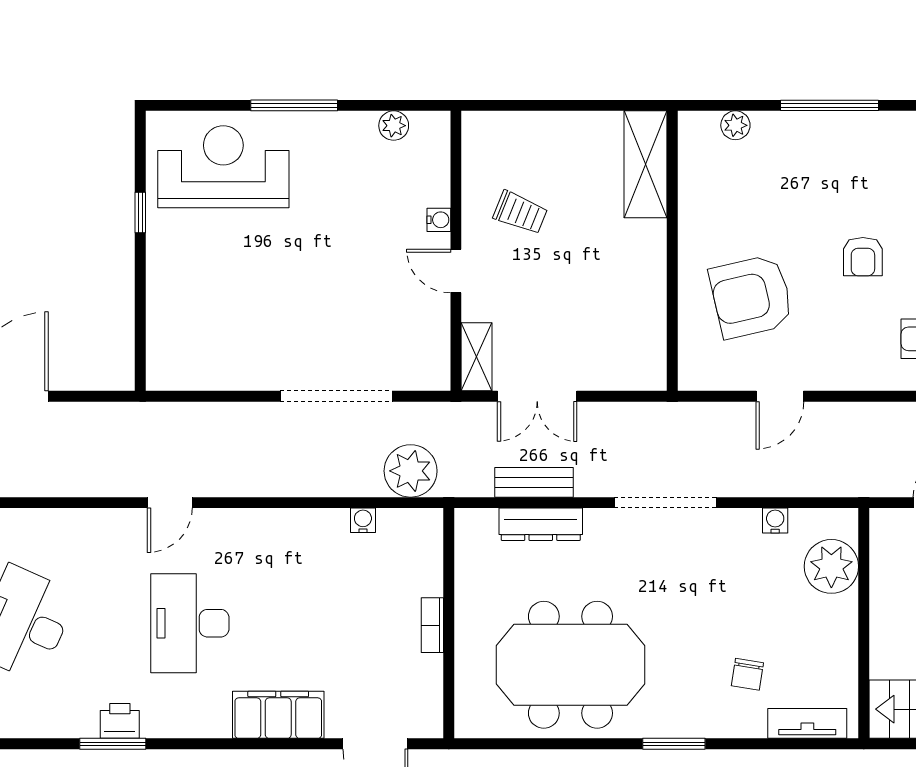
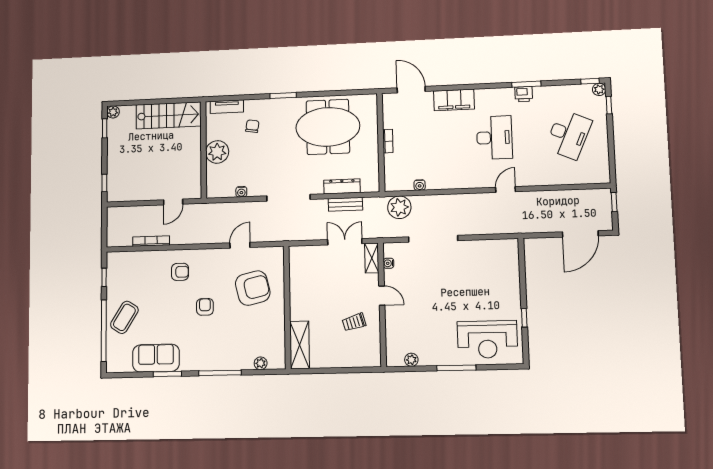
trolley: (520, 213) -> (354, 322), turned -38
water cooler: (439, 220) -> (389, 263), moved
plant: (831, 566) -> (217, 152), moved

